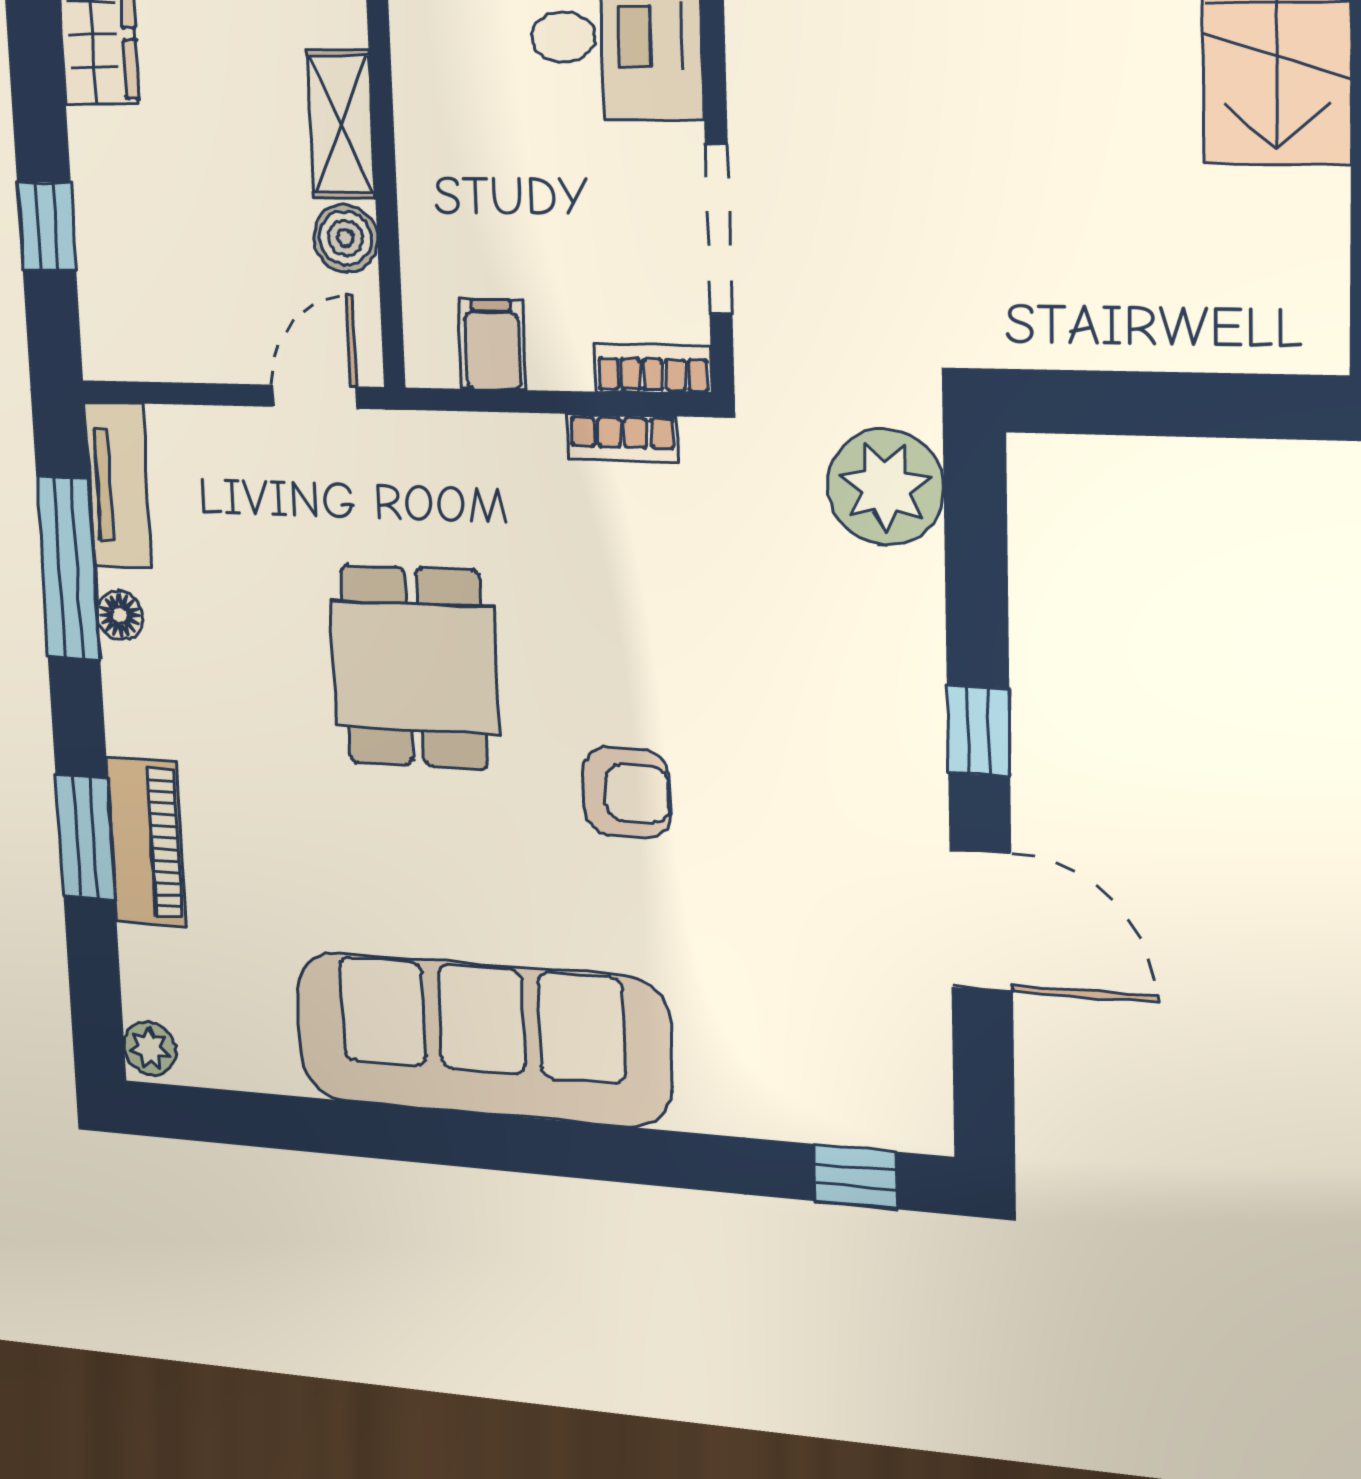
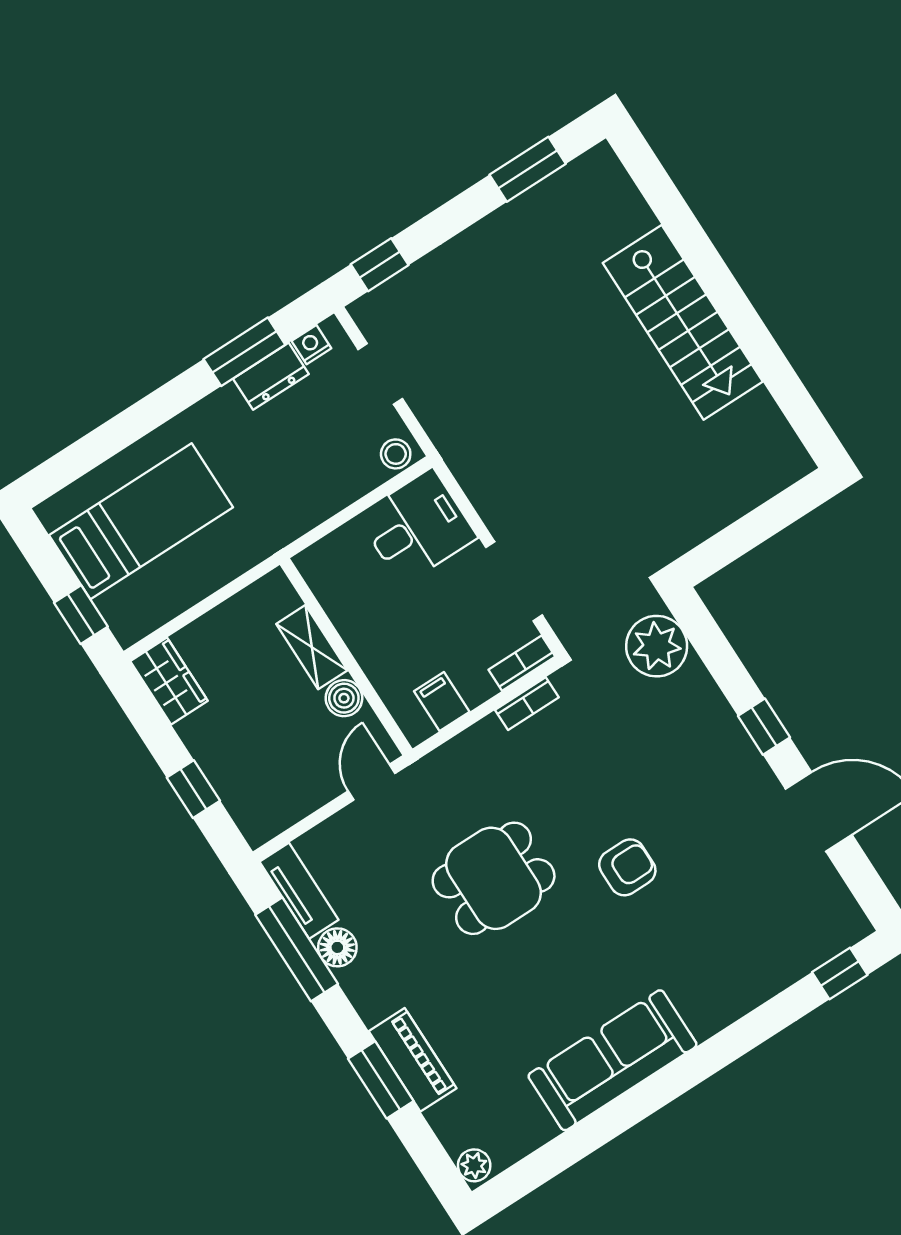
floor lamp: (120, 615) -> (337, 947), width x1.37, depth x1.37
dining table: (414, 667) -> (494, 878), turned 90
sofa: (482, 1039) -> (613, 1060), width x0.74, depth x0.79

